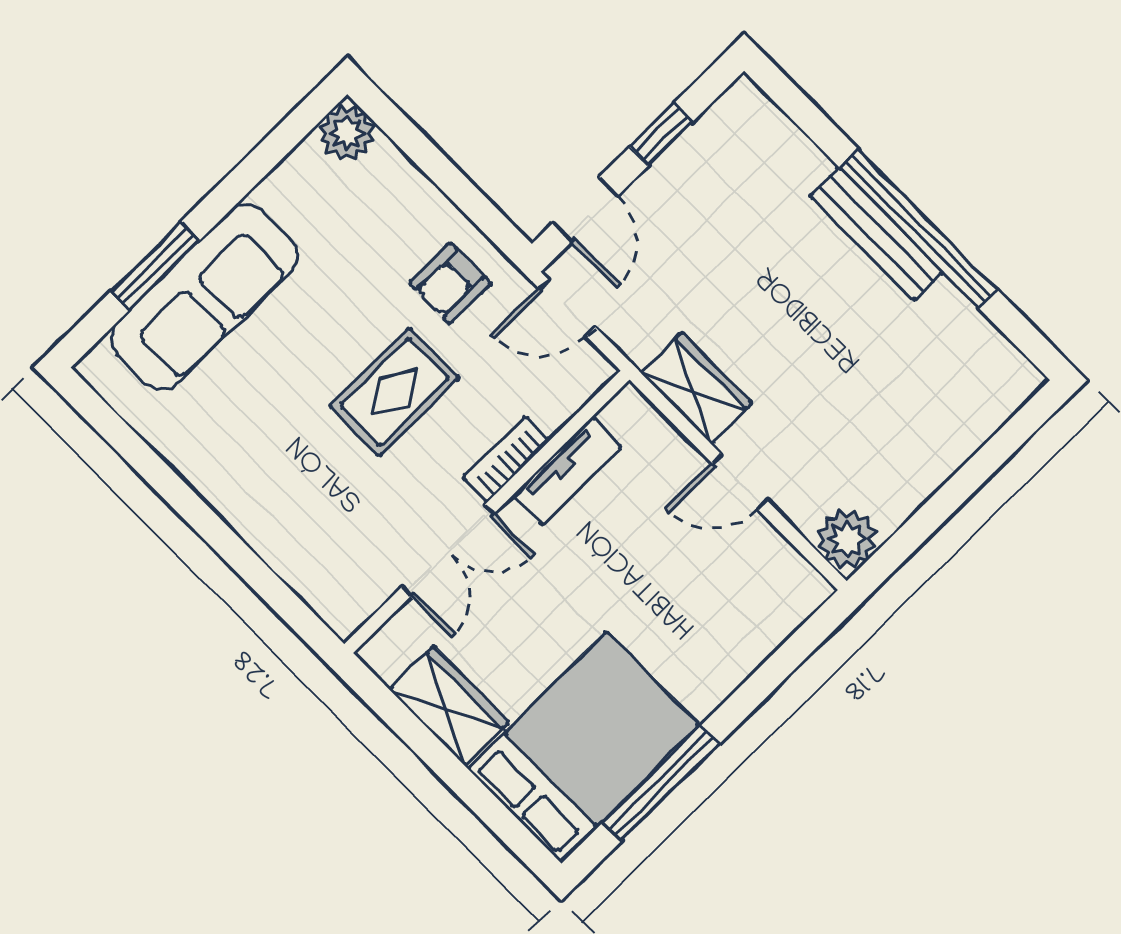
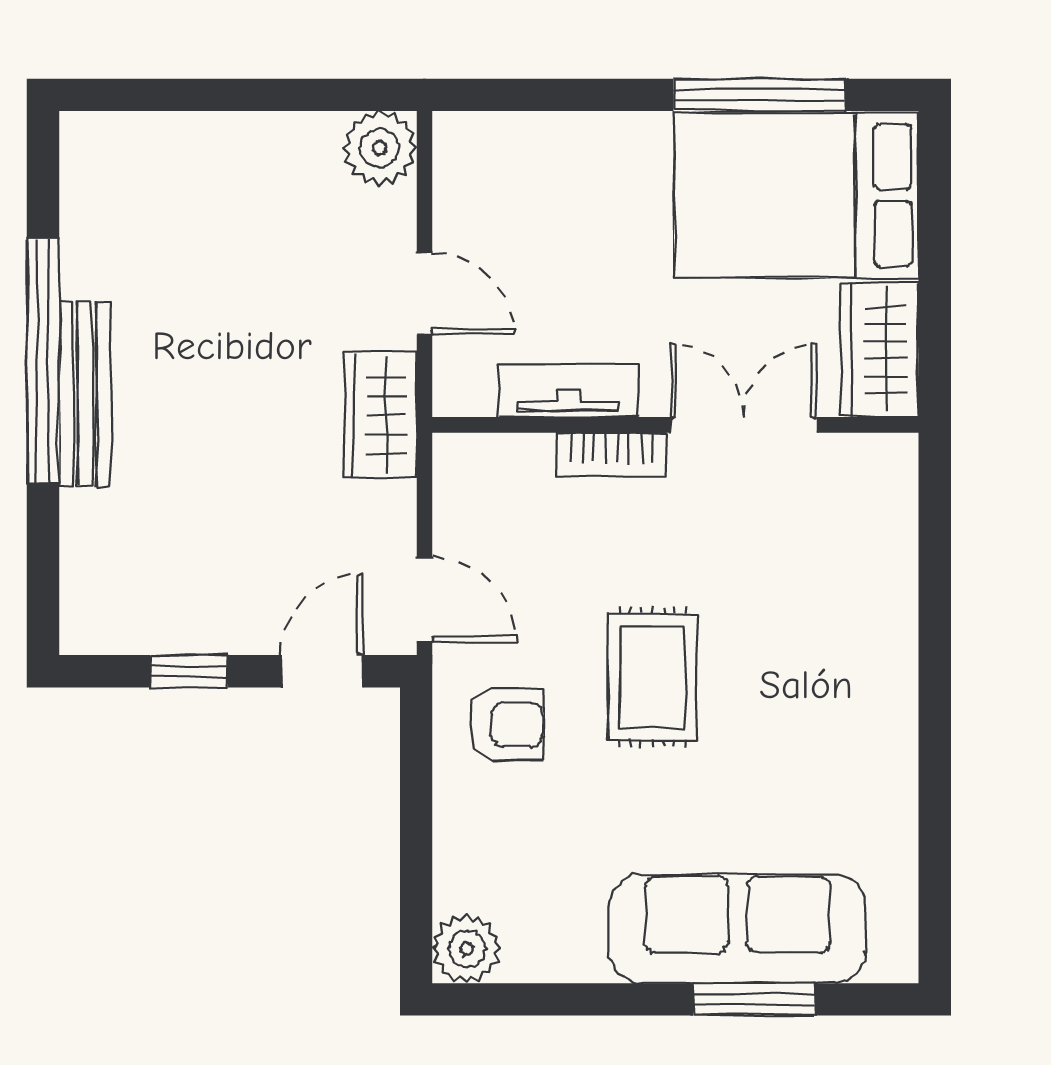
rug: (394, 392) -> (652, 677), turned 90
bookcase: (506, 459) -> (612, 455), moved
tv unit: (567, 471) -> (568, 391), moved
wall: (487, 512) -> (675, 425), moved
double door: (448, 550) -> (744, 425), moved

